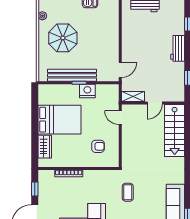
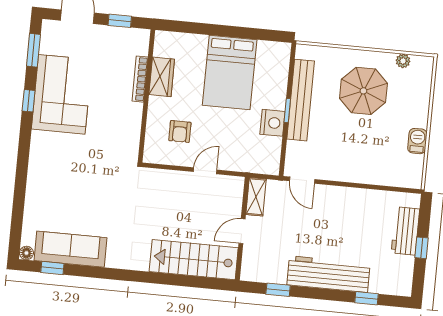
workbench: (178, 48) -> (328, 274), width x1.88, depth x1.32
door: (155, 103) -> (242, 231), hinge flipped
door: (120, 118) -> (205, 171), moved
wardrobe: (45, 147) -> (162, 77), moved, turned -90
coffee table: (128, 192) -> (100, 173), removed

